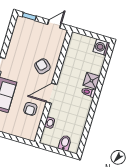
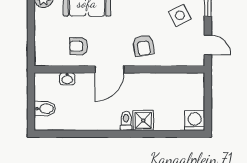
side table: (30, 37) -> (180, 15), added
armchair: (42, 66) -> (143, 46), turned 128
door: (51, 93) -> (109, 69), swing flipped

